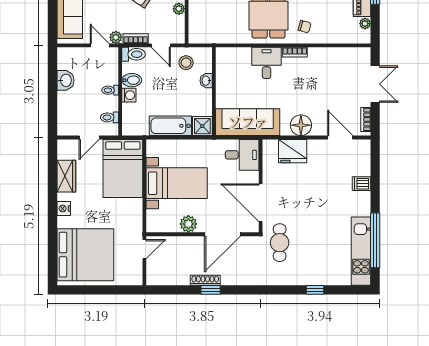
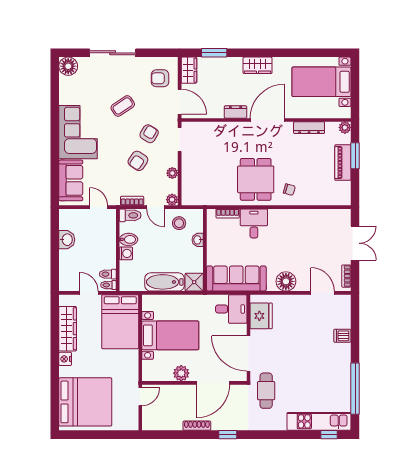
plant: (365, 24) -> (346, 187), removed
plant: (116, 37) -> (172, 200), moved
bookcase: (295, 52) -> (228, 213), moved
toilet: (110, 90) -> (108, 285), moved
door: (89, 138) -> (89, 293), swing flipped
fridge: (293, 151) -> (261, 316), moved, turned -90
wardrobe: (66, 176) -> (68, 329), width x1.50
kitchen unit: (361, 251) -> (319, 421), moved, turned 90
window: (211, 290) -> (228, 435), moved
window: (315, 290) -> (329, 435), moved

